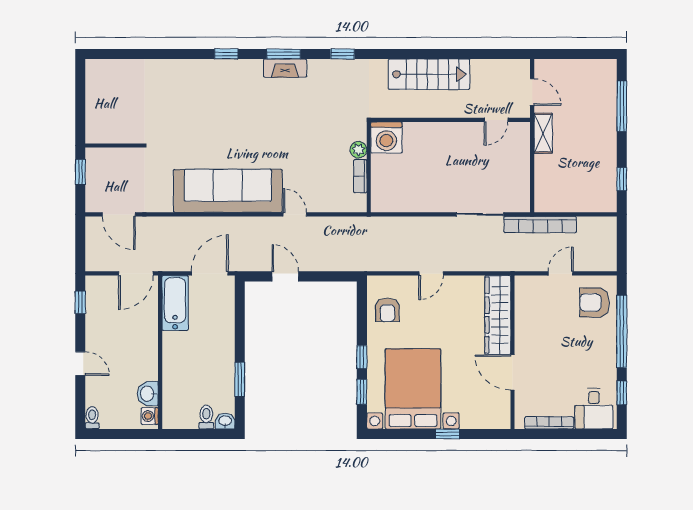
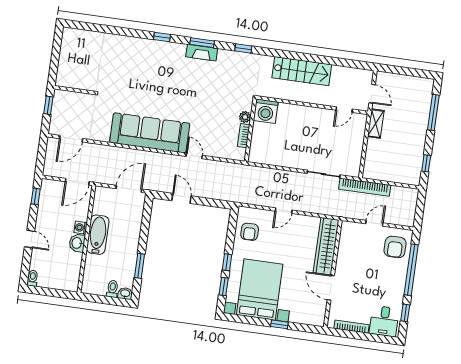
door: (119, 214) -> (71, 139), hinge flipped
armchair: (595, 302) -> (395, 247), turned -90
bathtub: (175, 303) -> (98, 235), moved
washbasin: (148, 394) -> (77, 243), moved
washing machine: (150, 416) -> (81, 228), moved

